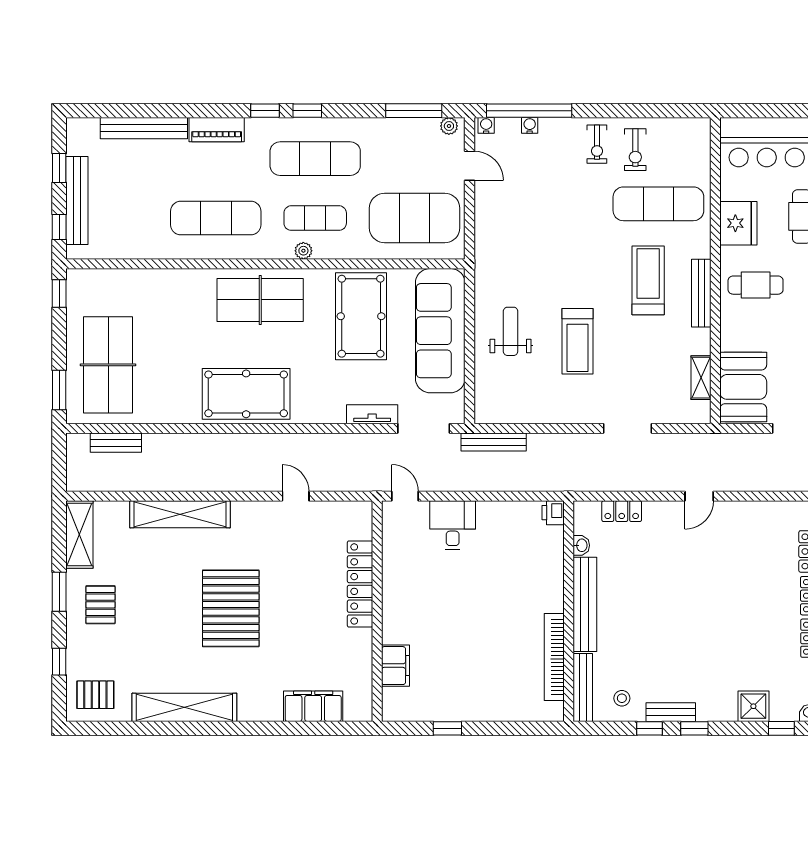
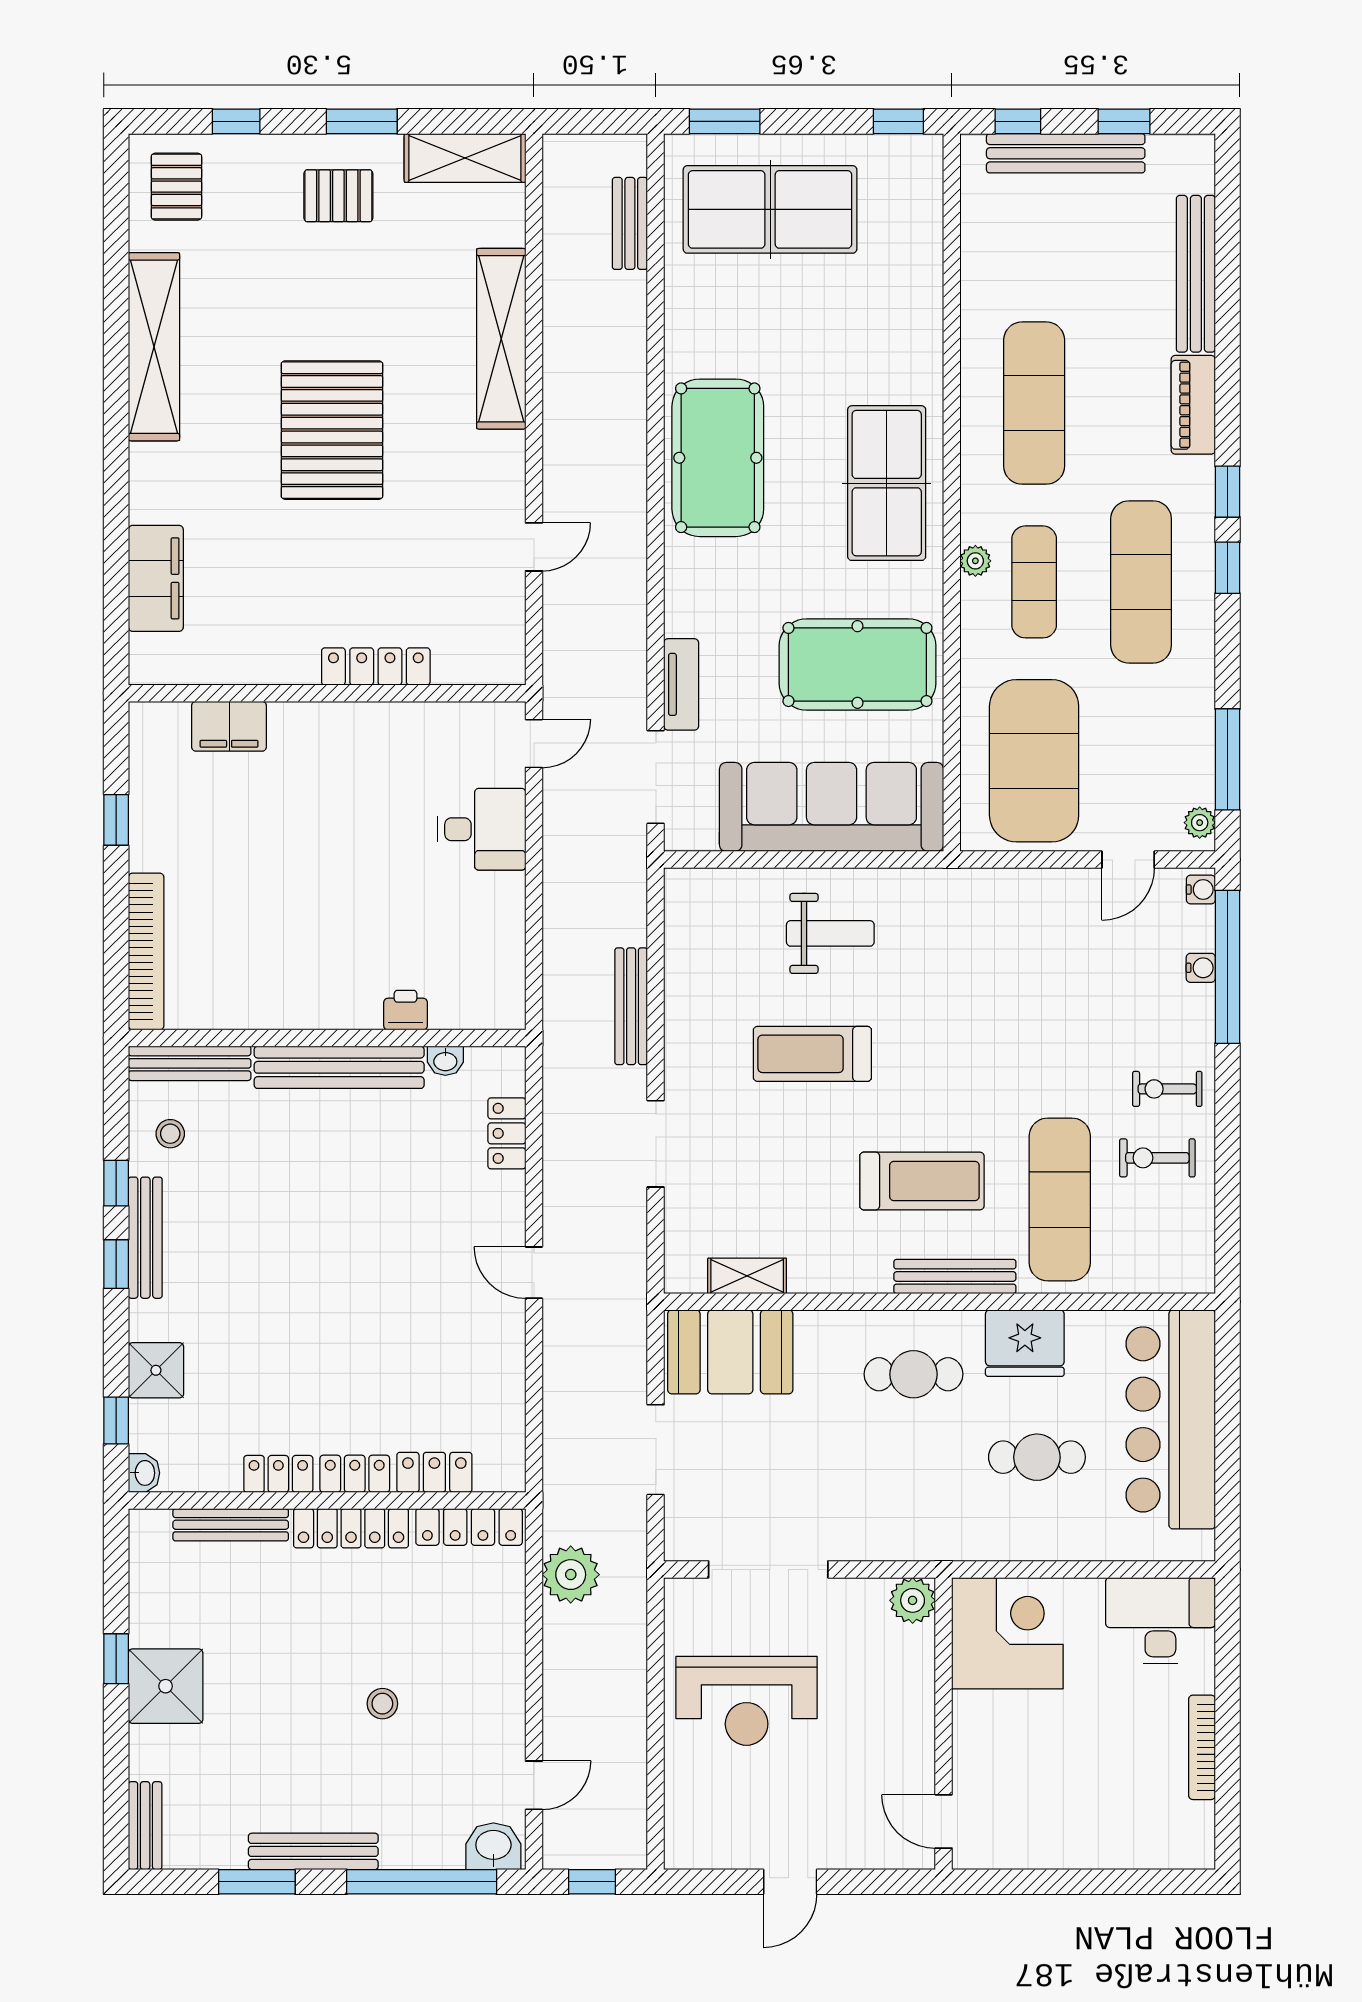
cafe table: (756, 285) -> (913, 1374), turned 90
bench: (701, 293) -> (955, 1276), moved
bench: (494, 442) -> (631, 1006), moved
printer: (553, 513) -> (406, 1010), moved
locker: (360, 584) -> (376, 666), width x0.71, depth x0.83
pallet: (231, 608) -> (332, 430), turned 90
bookcase: (554, 657) -> (146, 952), moved, turned 90
bench: (671, 712) -> (145, 1238), width x1.36

